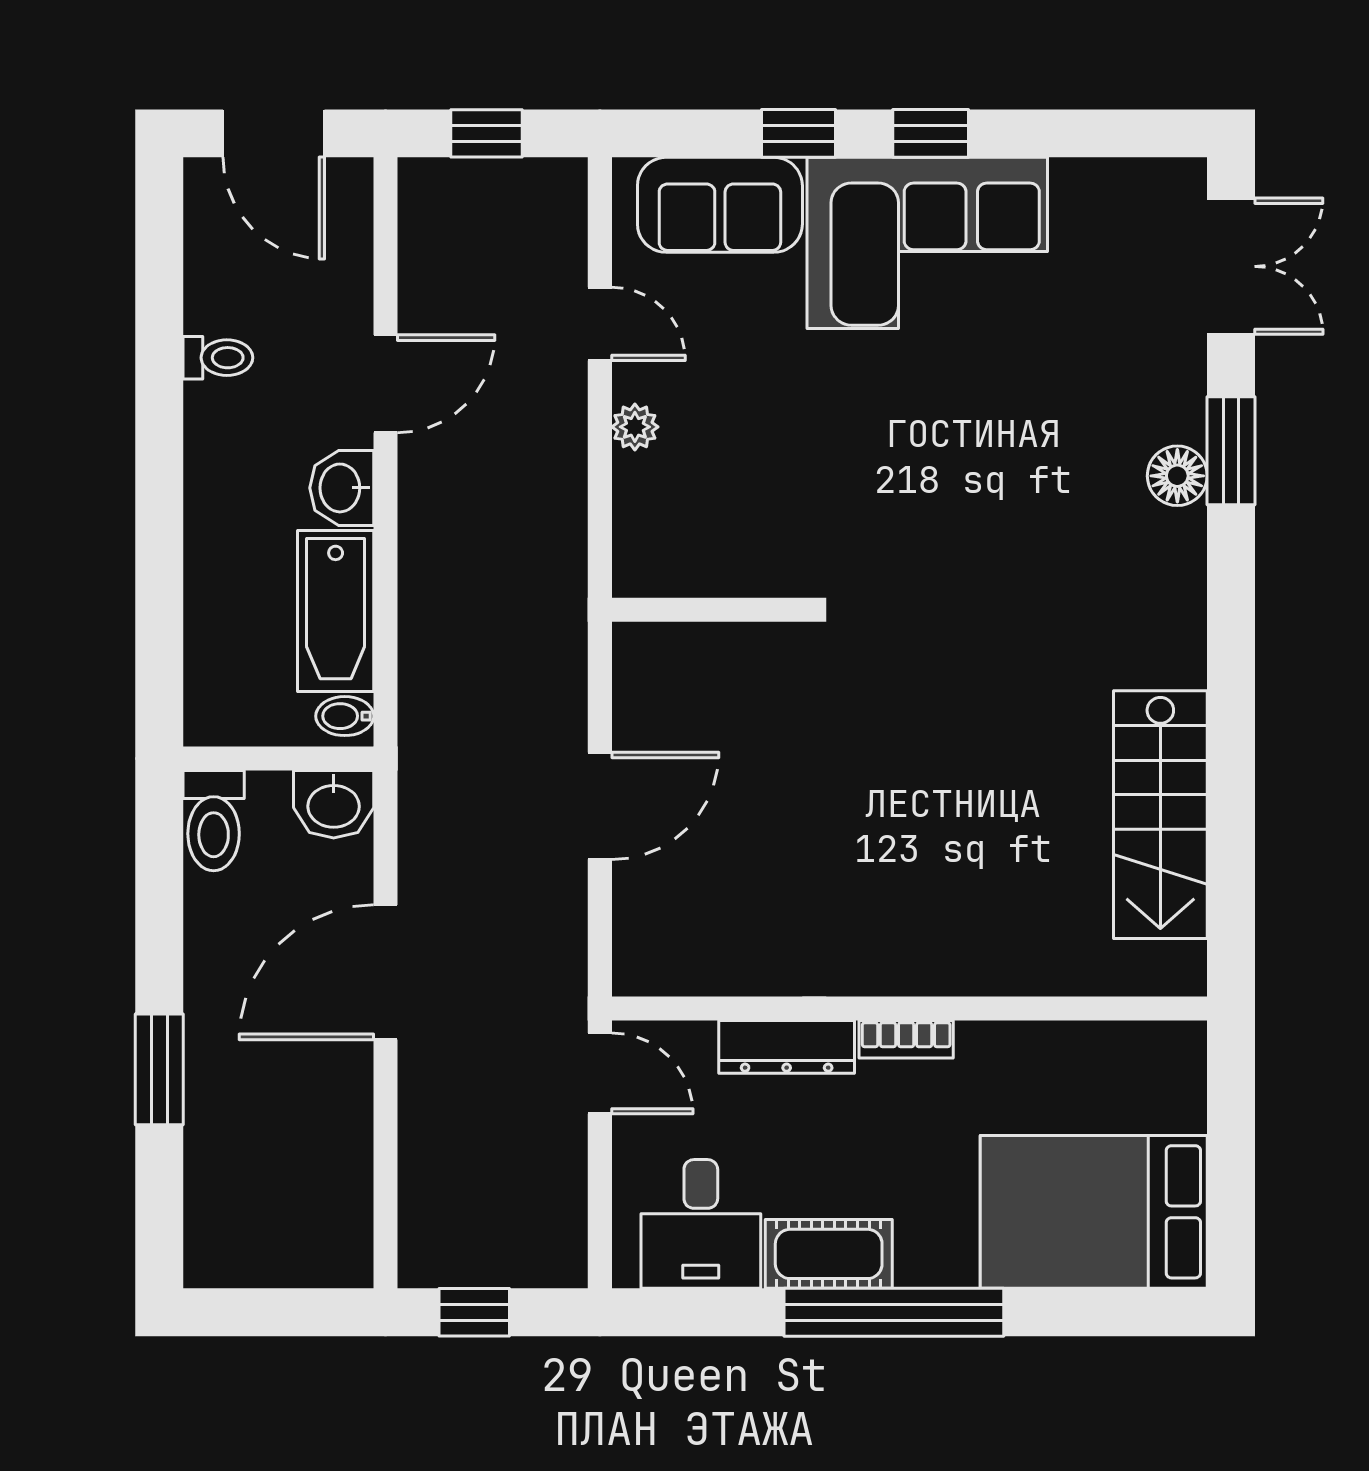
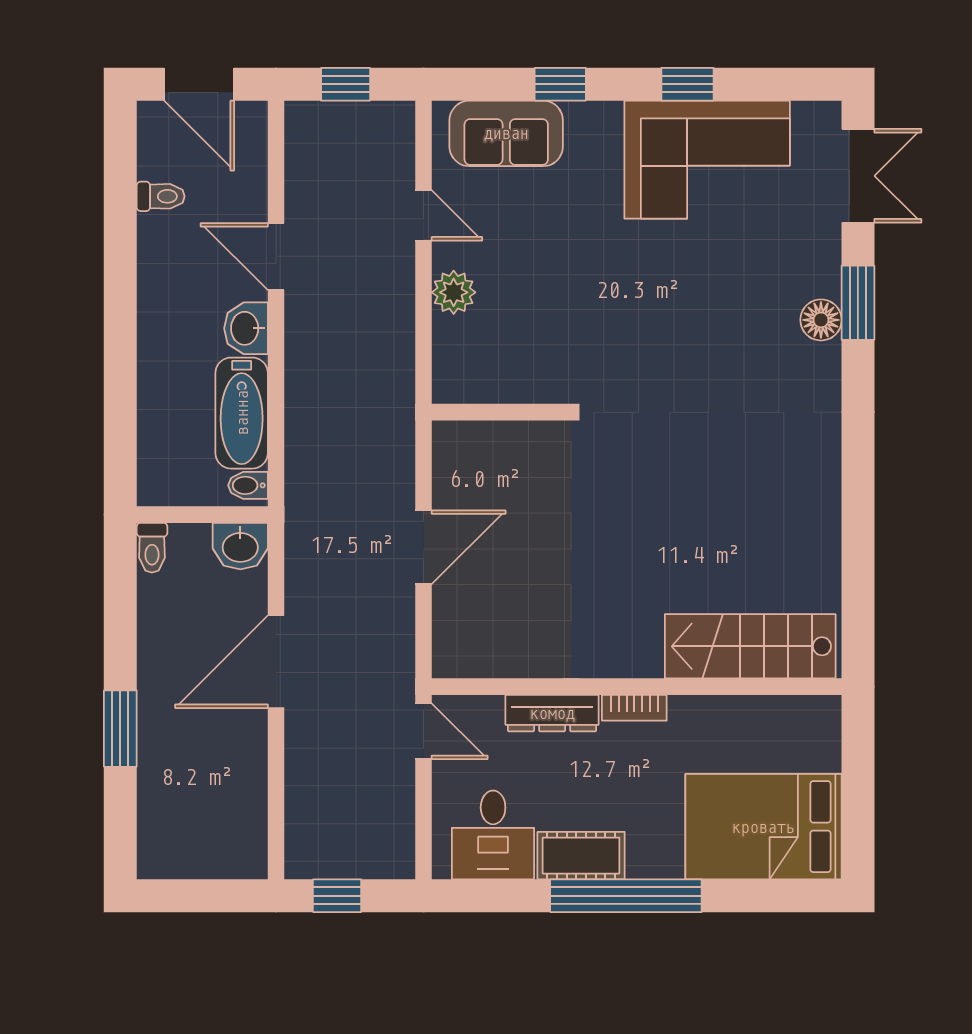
window: (931, 133) -> (687, 84), moved
corner sofa: (927, 243) -> (707, 160), moved
toilet: (218, 358) -> (161, 196), moved
door: (386, 384) -> (276, 257), swing flipped
plant: (635, 427) -> (454, 292), width x1.38, depth x1.38
stairs: (1160, 815) -> (750, 646), moved, turned 90
toilet: (214, 821) -> (152, 548), width x0.73, depth x0.72

